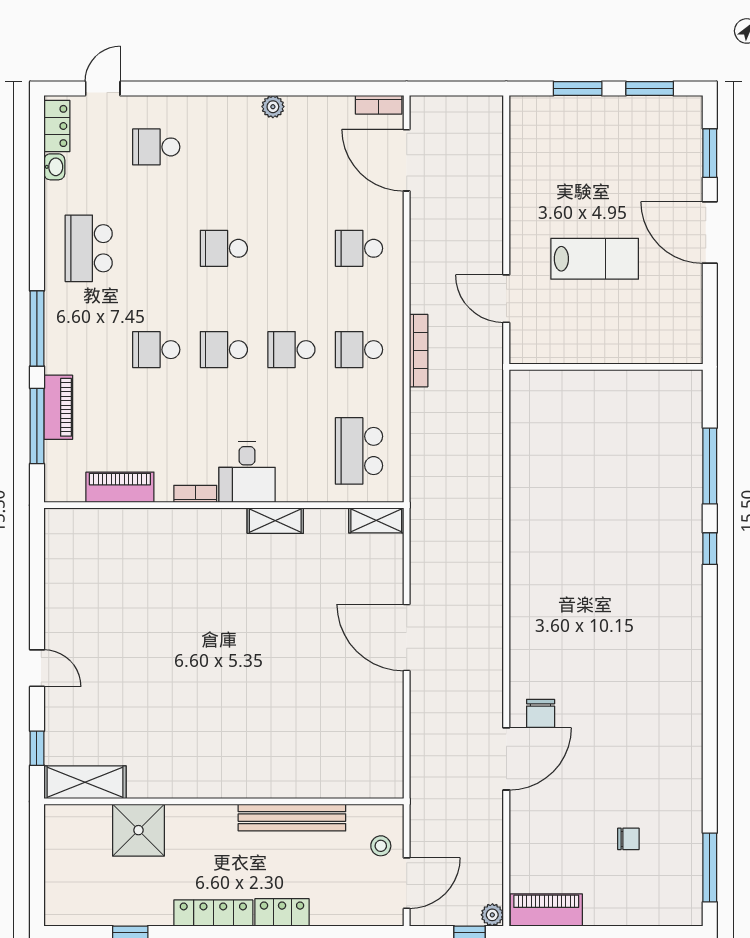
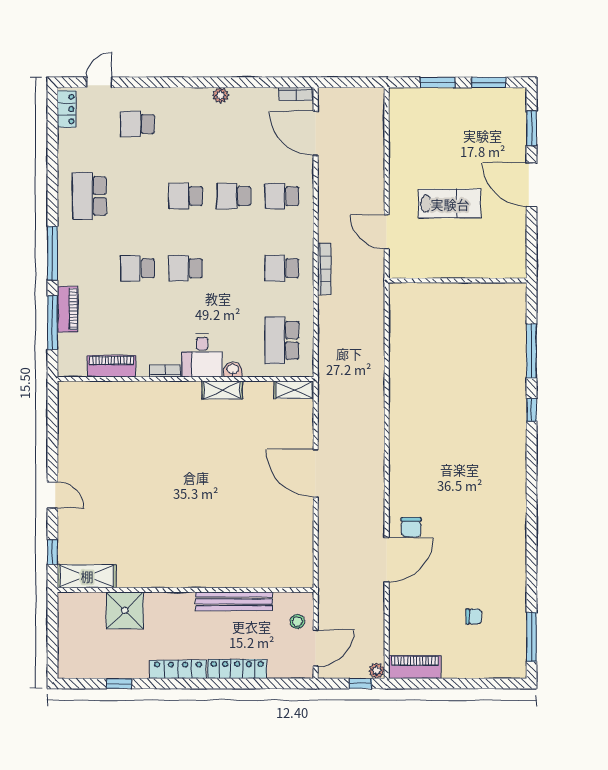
washbasin: (54, 167) -> (233, 370), moved, turned -90
school desk: (291, 350) -> (234, 196), moved
locker: (282, 912) -> (237, 669), width x1.53

